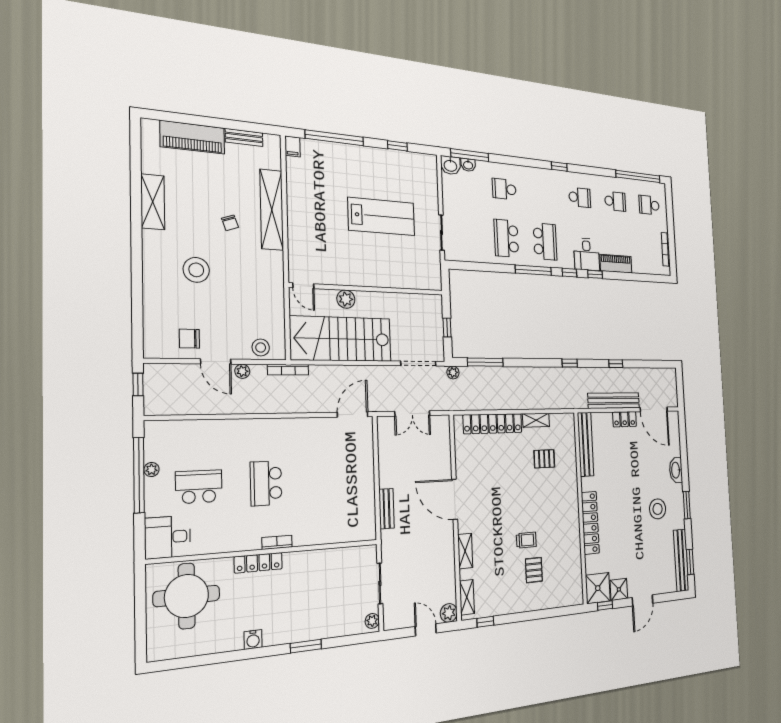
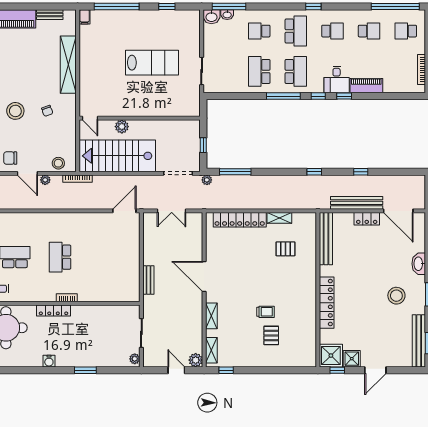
school desk: (543, 193) -> (296, 31), added
chair: (230, 223) -> (47, 111), moved

